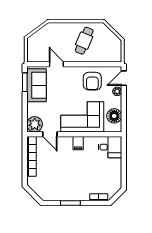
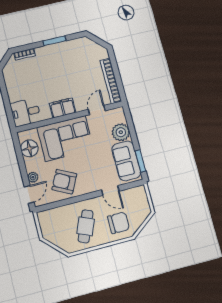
chair: (57, 36) -> (118, 223), added
armchair: (92, 81) -> (64, 182), turned -63
plant: (35, 124) -> (121, 132), moved
door: (50, 134) -> (97, 110), hinge flipped
filing cabinet: (78, 143) -> (63, 108), width x2.00

